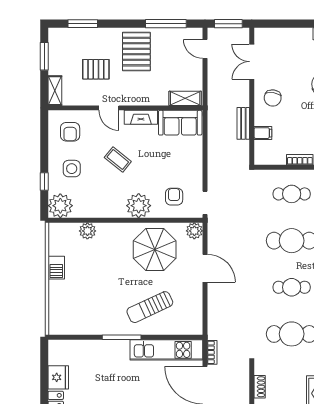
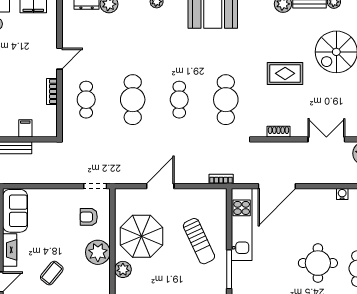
plant: (194, 231) -> (123, 269), moved
bookcase: (212, 352) -> (221, 179), moved

